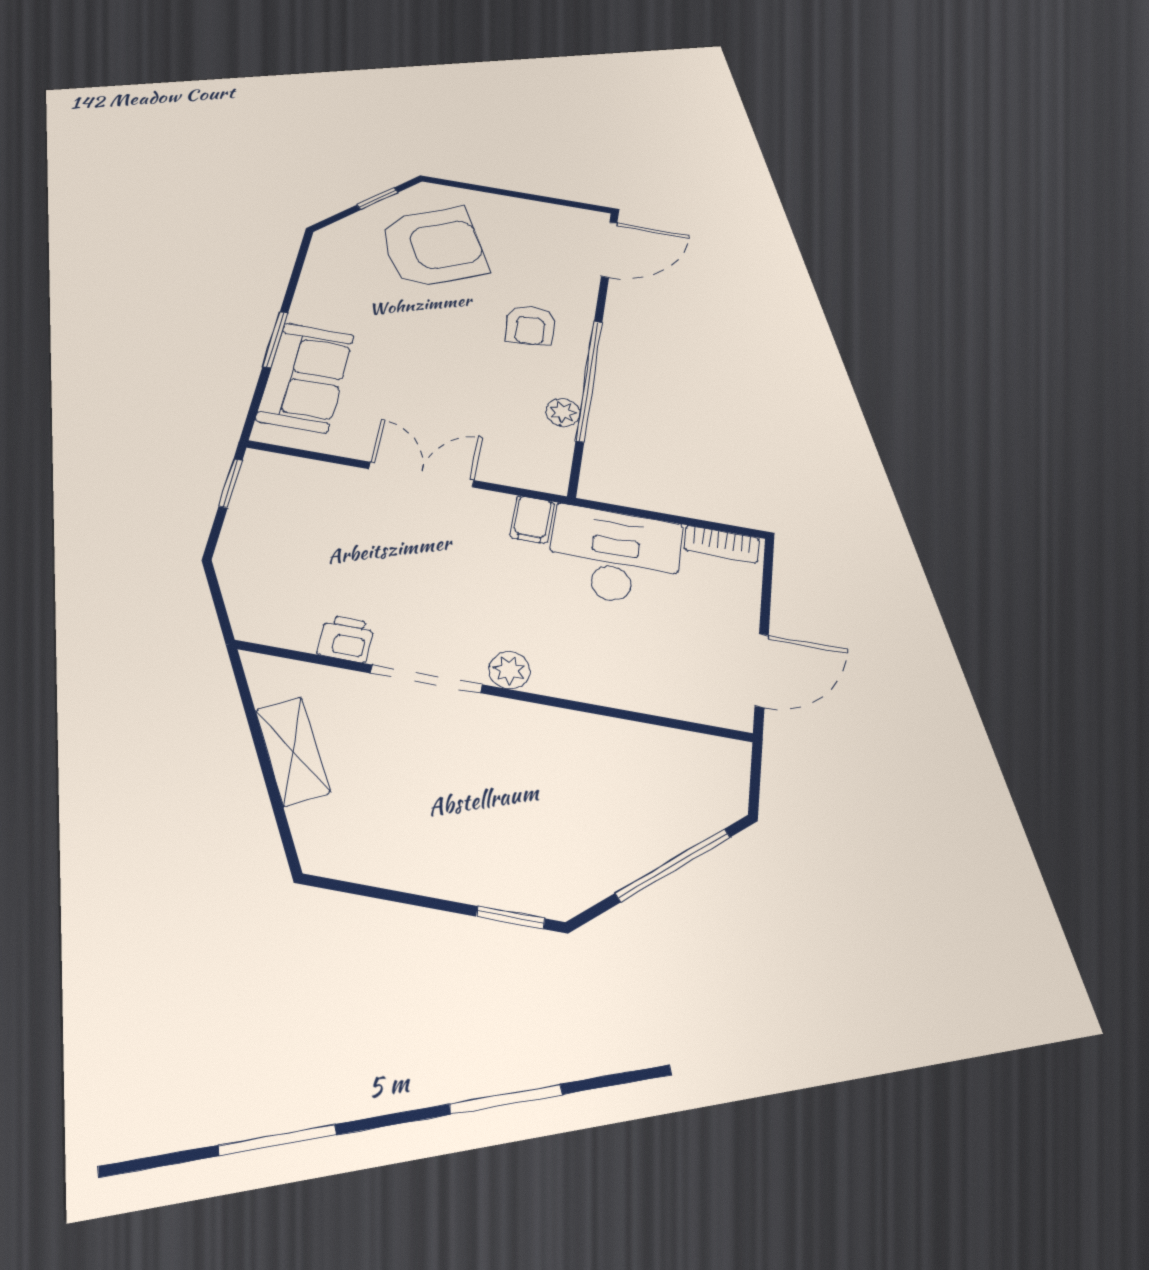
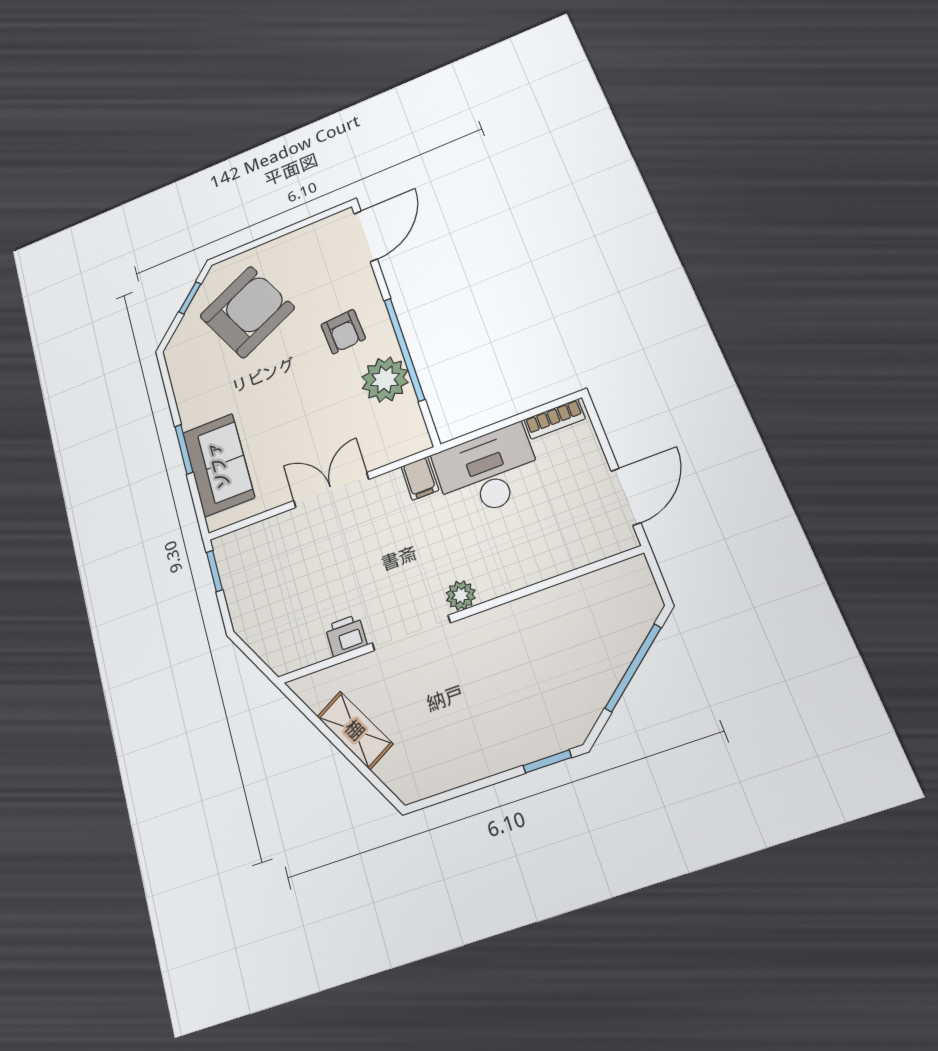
plant: (563, 412) -> (385, 380), width x1.87, depth x1.87

